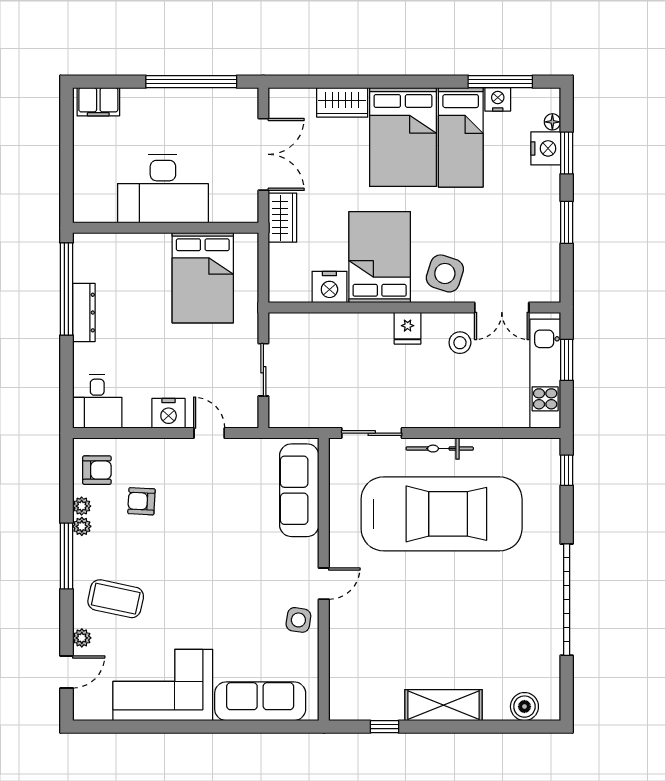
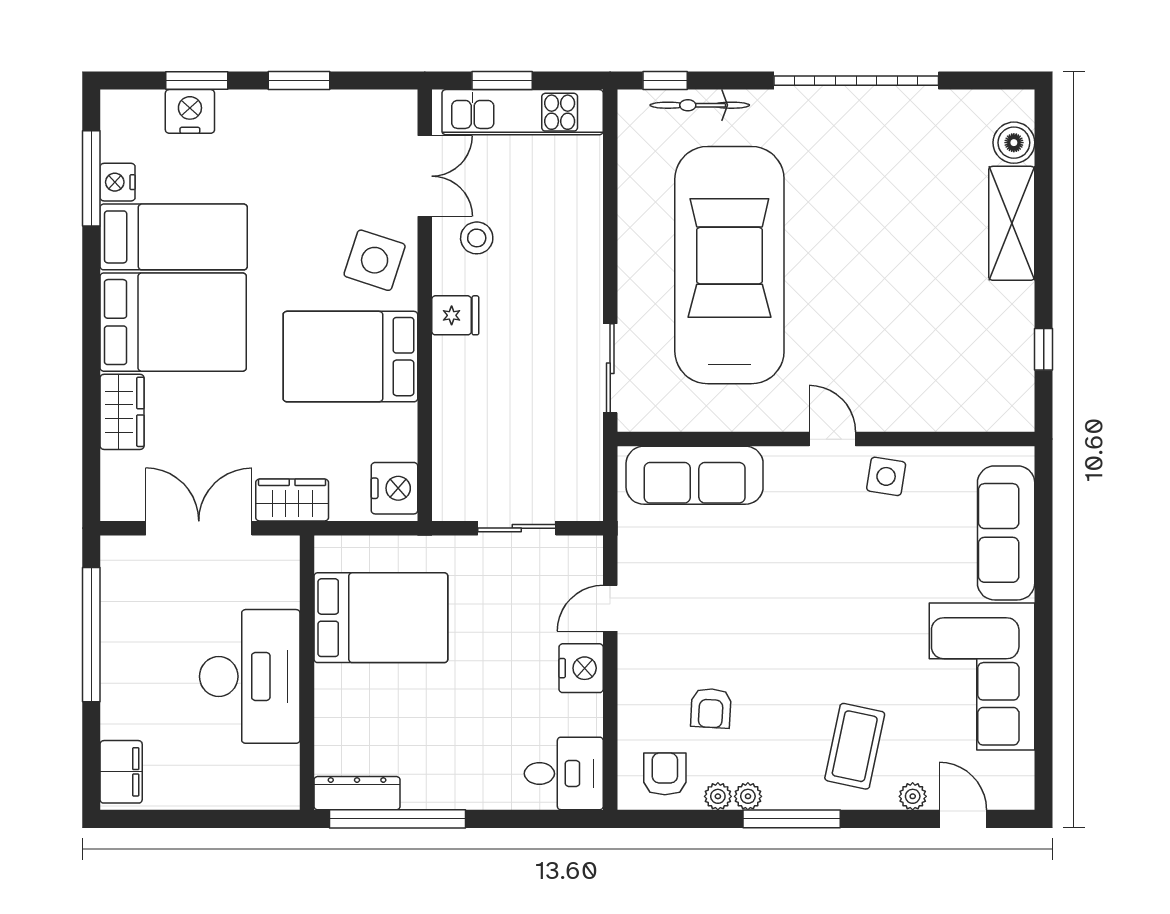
floor lamp: (552, 122) -> (151, 101), removed
nightstand: (329, 287) -> (394, 488), moved
dresser: (84, 313) -> (357, 793), moved
bicycle: (440, 449) -> (700, 105), moved, turned 90
shelving: (443, 705) -> (1012, 223), moved

